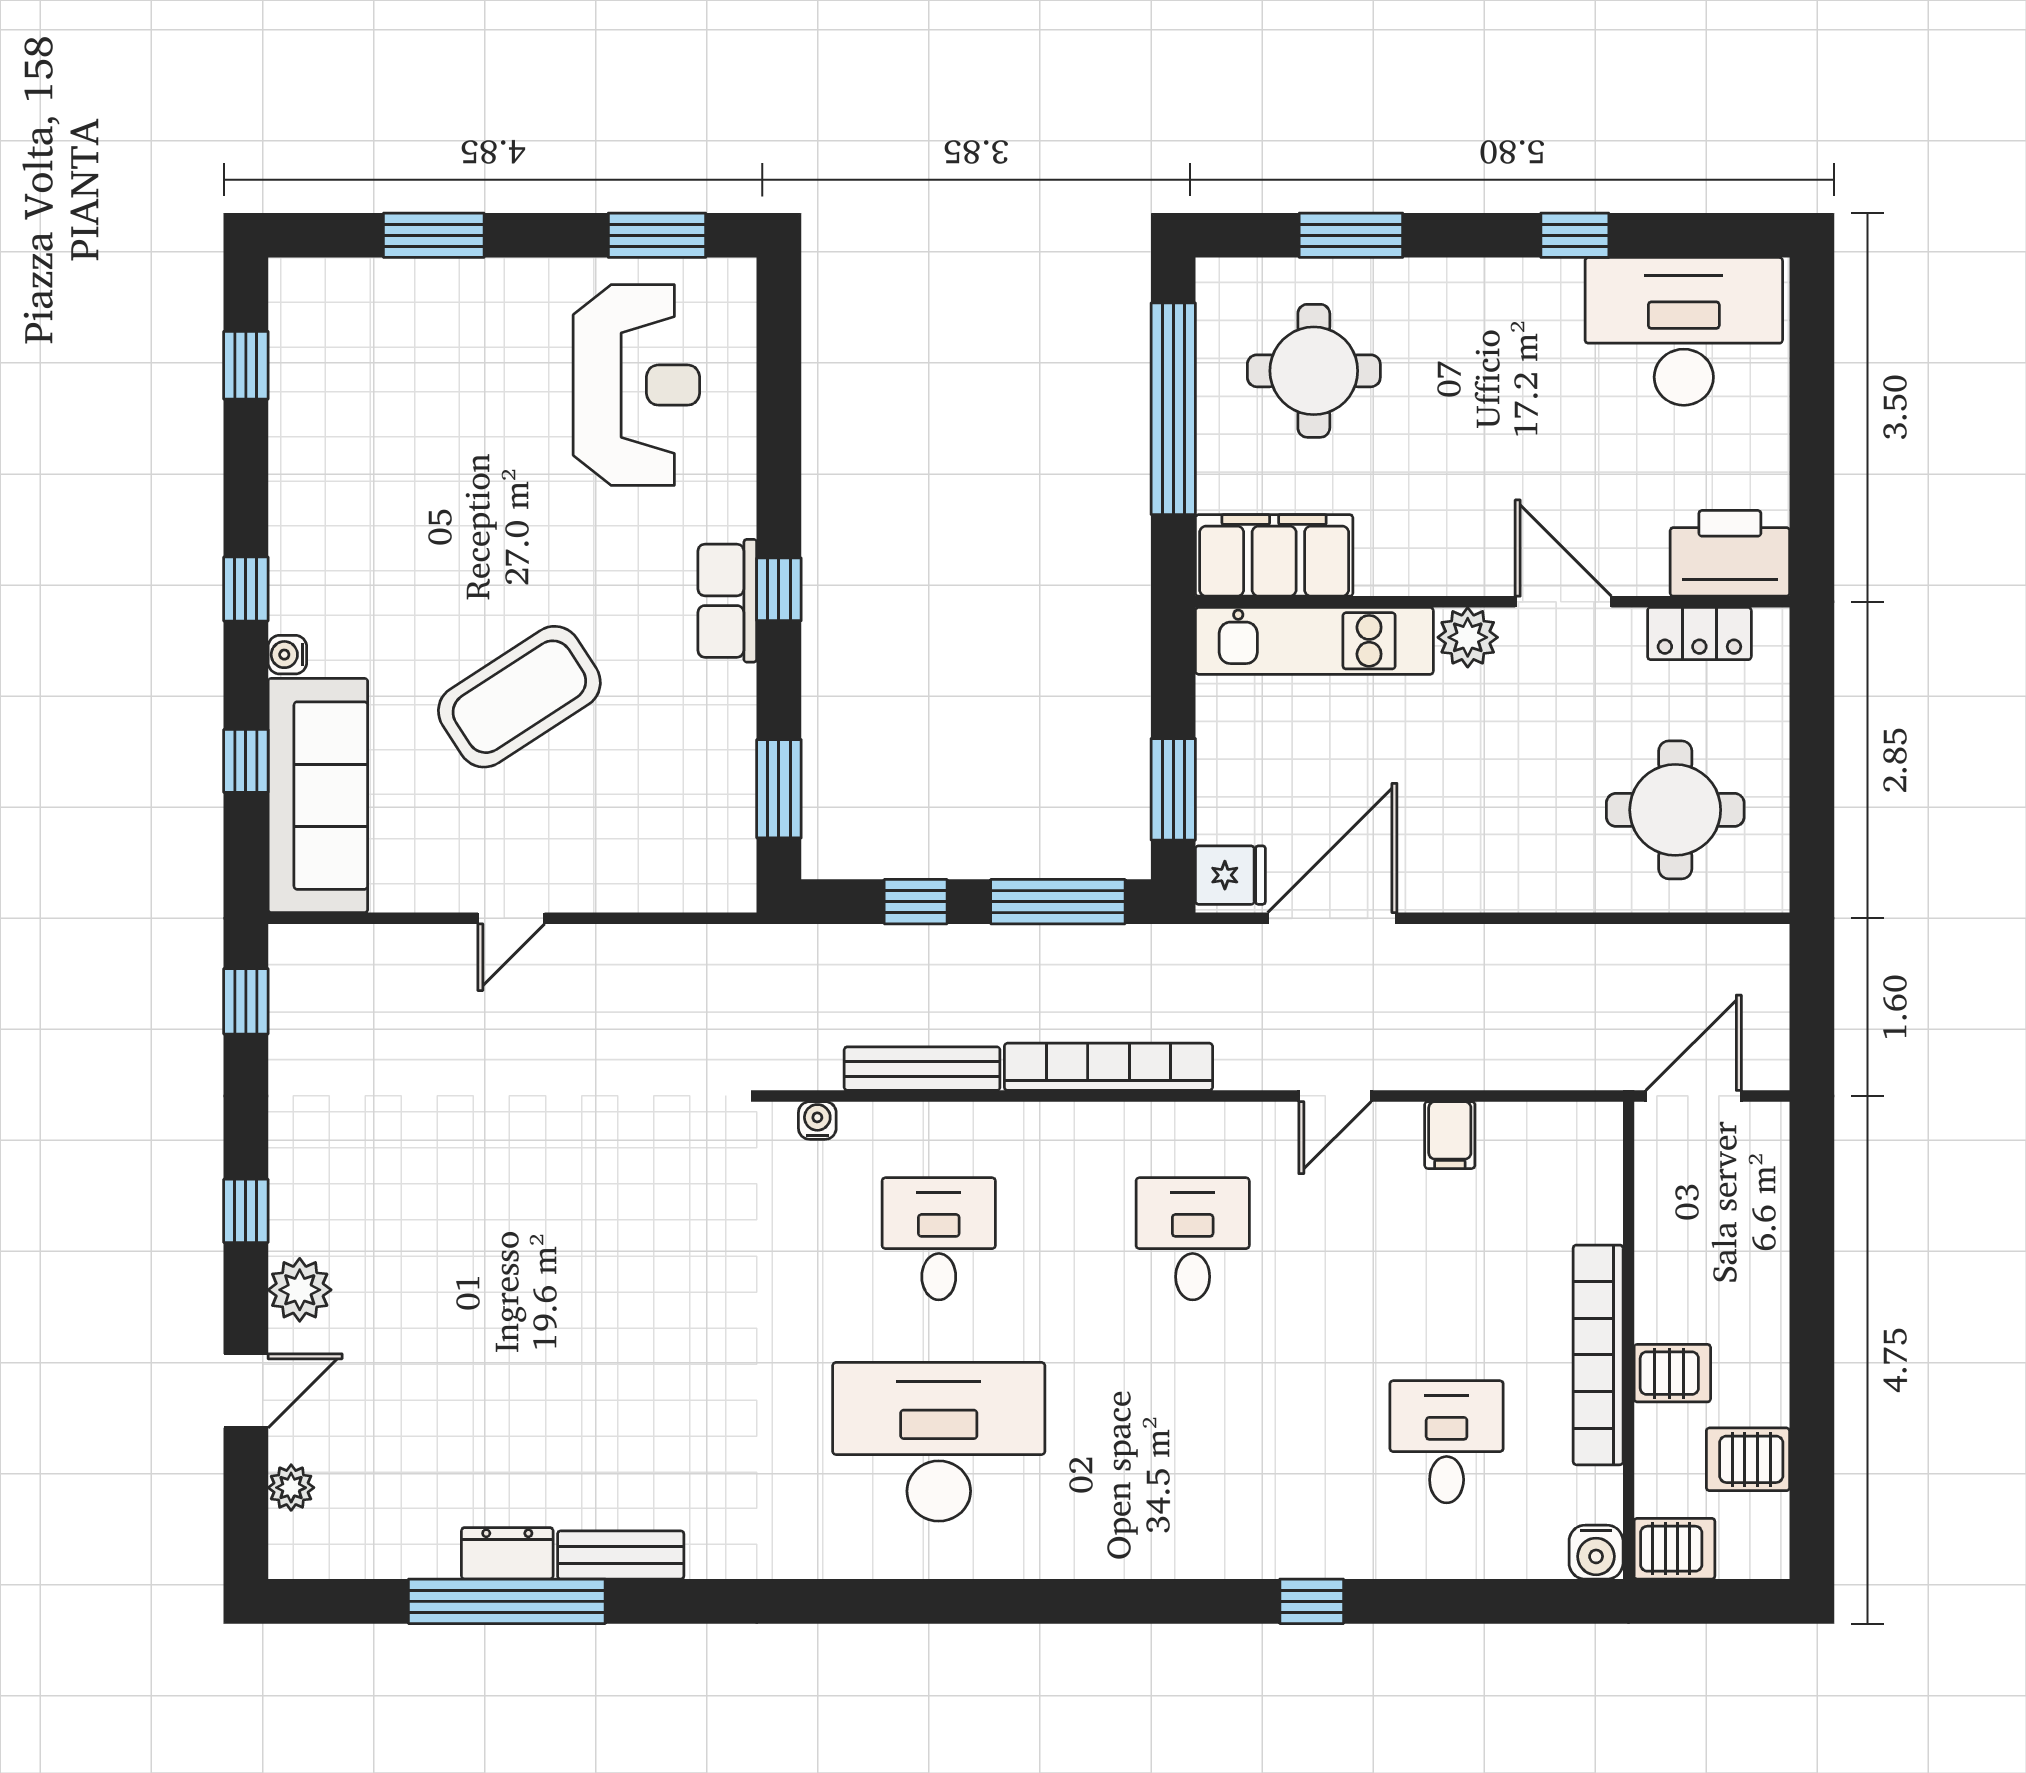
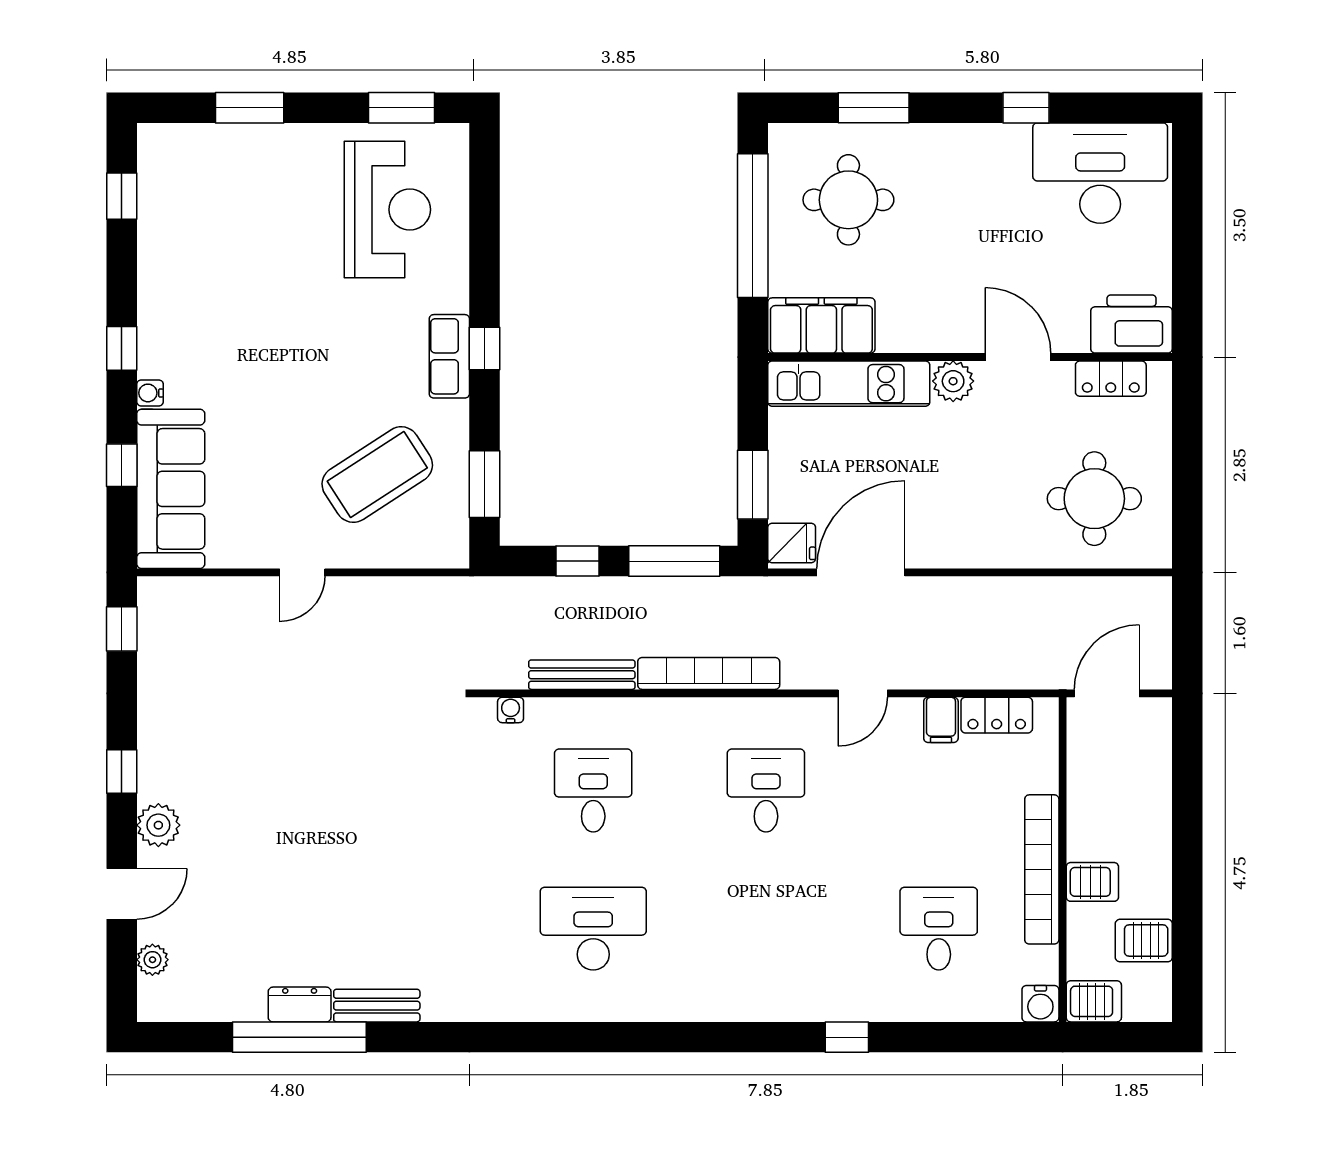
coffee table: (519, 697) -> (377, 475), moved
locker: (1532, 1128) -> (997, 715), added
desk: (939, 1442) -> (593, 929), width x0.73, depth x0.77

